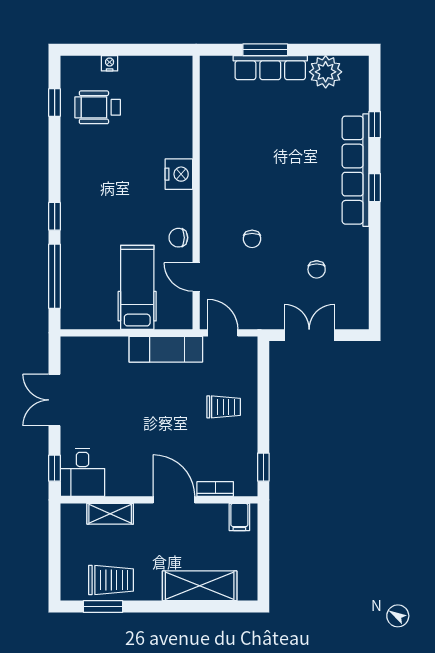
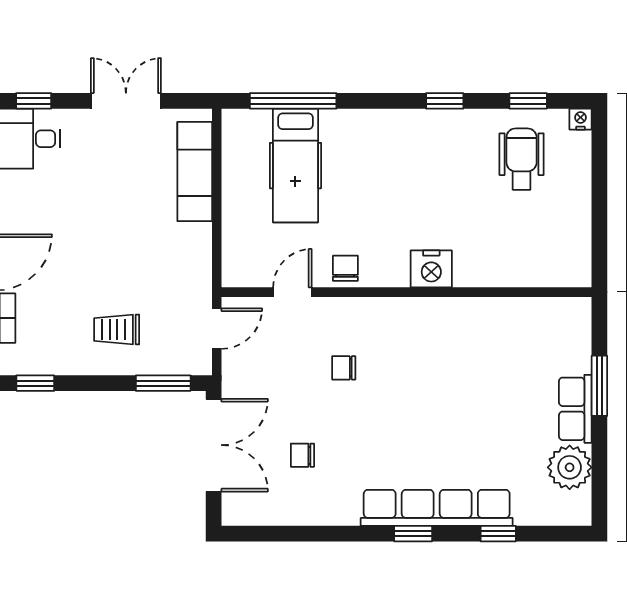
nightstand: (110, 63) -> (580, 119), moved, turned -90
row of seats: (270, 68) -> (575, 409), width x0.68
window: (55, 216) -> (445, 101), moved
hospital bed: (137, 287) -> (295, 166), moved, turned 90
double door: (309, 335) -> (214, 445), width x1.37
exam couch: (166, 349) -> (195, 172), moved
window: (263, 372) -> (163, 383), added
trolley: (224, 407) -> (117, 330), turned 90

